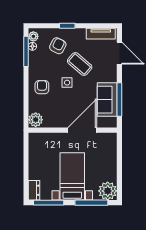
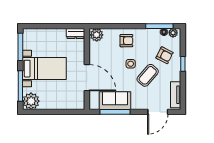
dresser: (34, 190) -> (76, 33), moved

